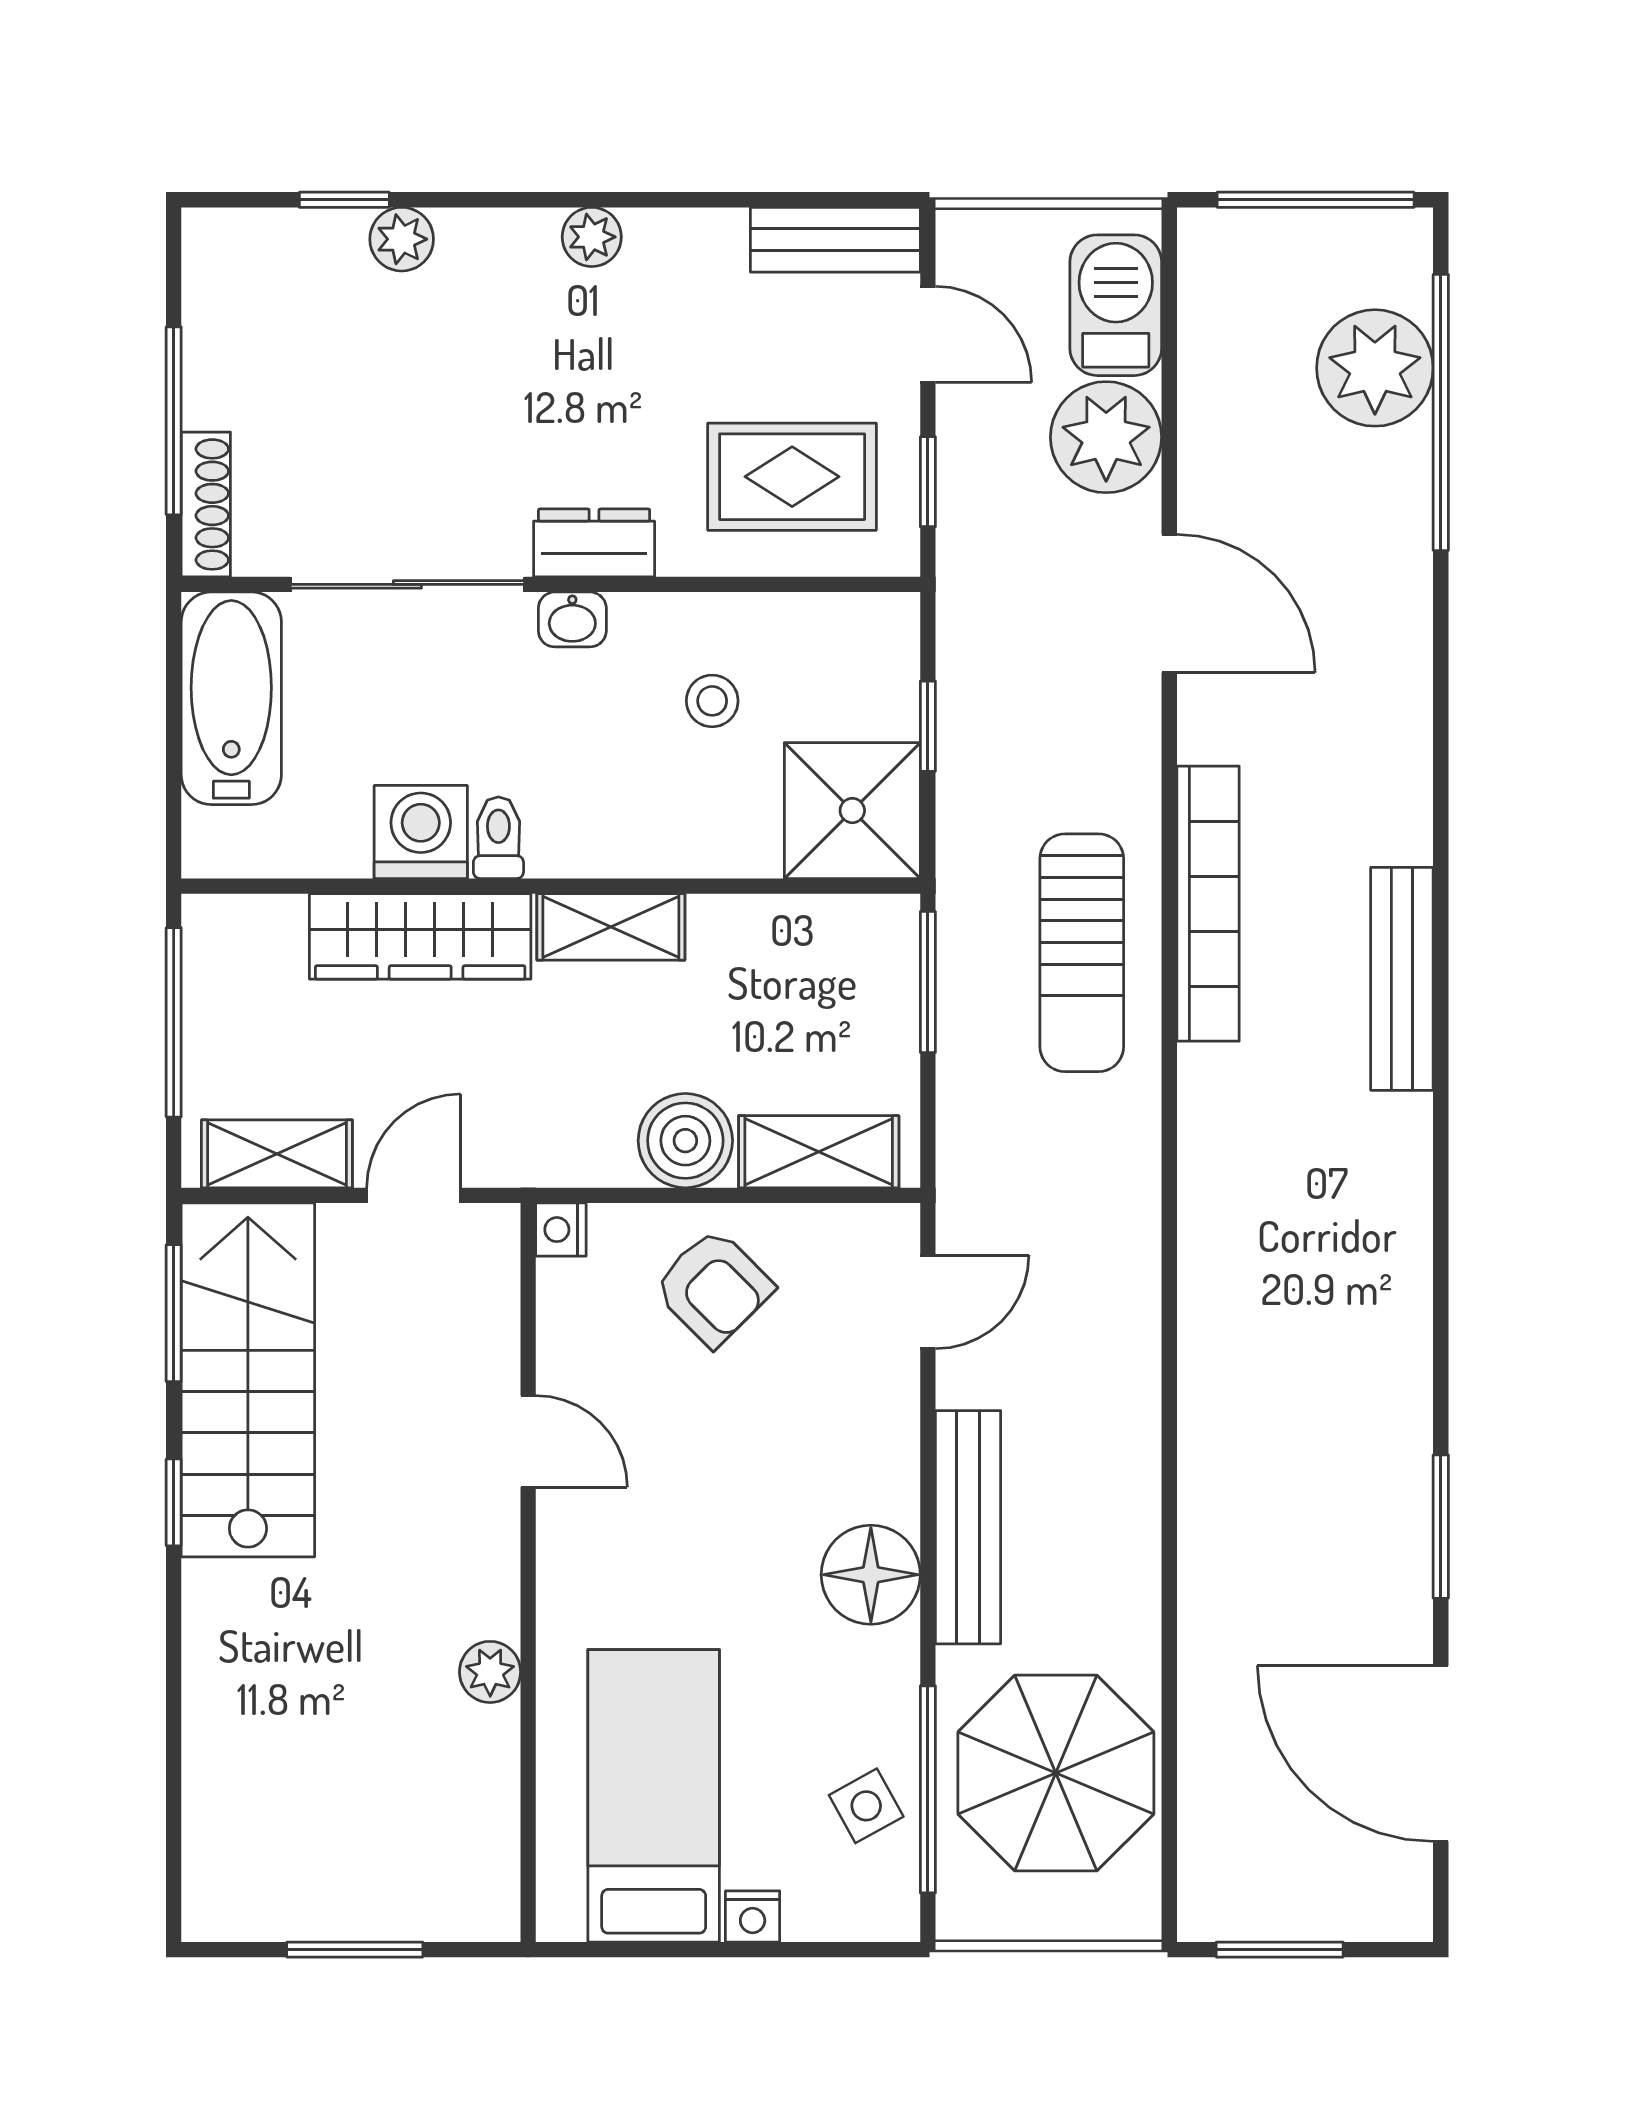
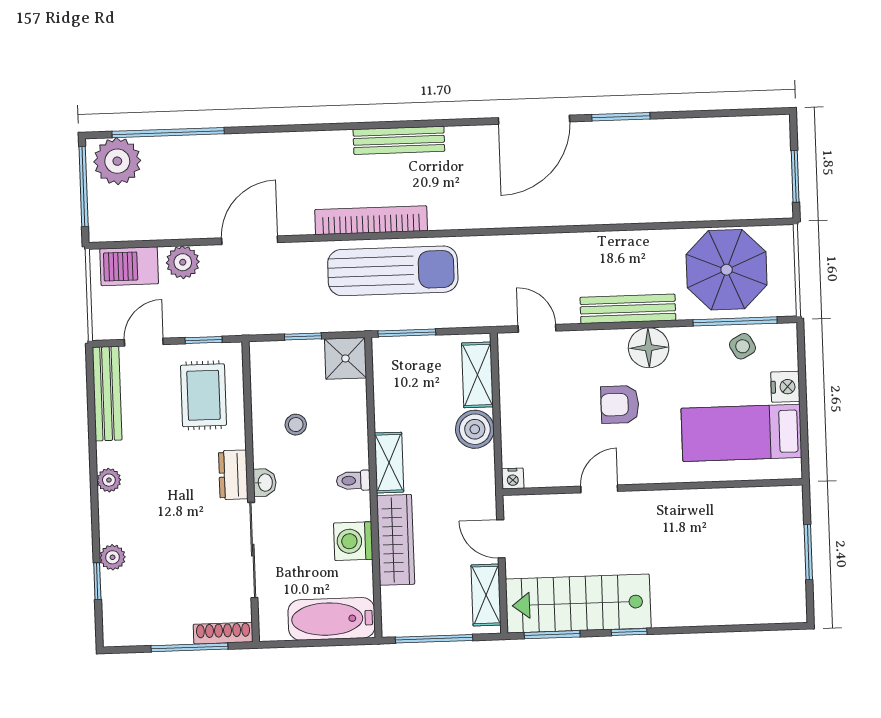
bench: (835, 240) -> (107, 394), width x1.36
plant: (1375, 368) -> (117, 161), moved
plant: (1106, 437) -> (183, 262), width x0.73, depth x0.73
bathtub: (231, 698) -> (332, 619), moved
shower: (852, 811) -> (345, 358), width x0.73, depth x0.73
toilet: (498, 838) -> (353, 481), moved
sun lounger: (1082, 953) -> (393, 271), width x1.36, depth x1.34
armchair: (713, 1288) -> (620, 404), moved, turned -135
plant: (490, 1672) -> (693, 501), removed
door: (1441, 1754) -> (534, 120), moved
nightstand: (753, 1916) -> (785, 387), width x1.39, depth x1.35

